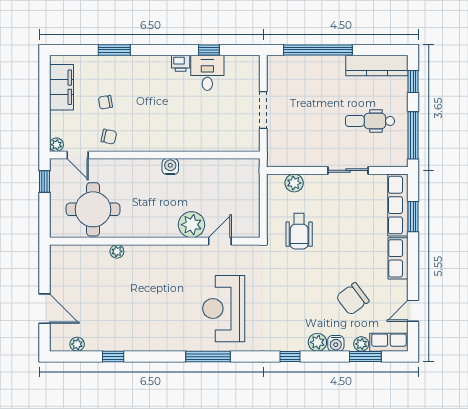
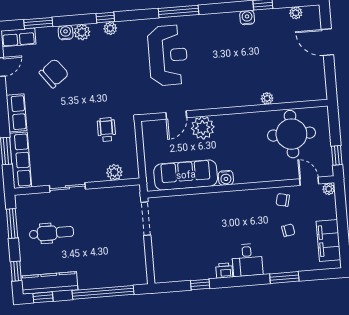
window: (385, 50) -> (43, 297), added
desk: (207, 73) -> (247, 260), moved
doorway: (263, 110) -> (146, 219), moved
window: (413, 135) -> (12, 223), width x0.69
sofa: (215, 173) -> (186, 175), added
wheelchair: (299, 231) -> (106, 130), width x0.73, depth x0.73
water cooler: (132, 343) -> (247, 18), added
plant: (361, 344) -> (110, 28), moved

